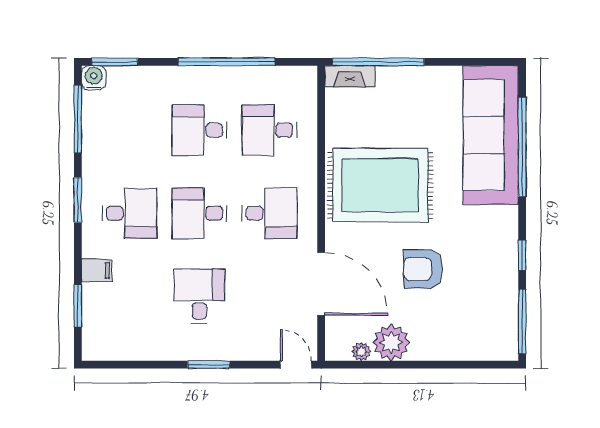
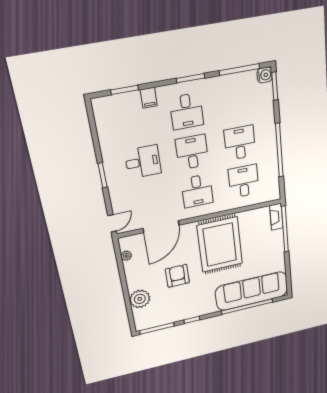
plant: (391, 342) -> (140, 299), moved

